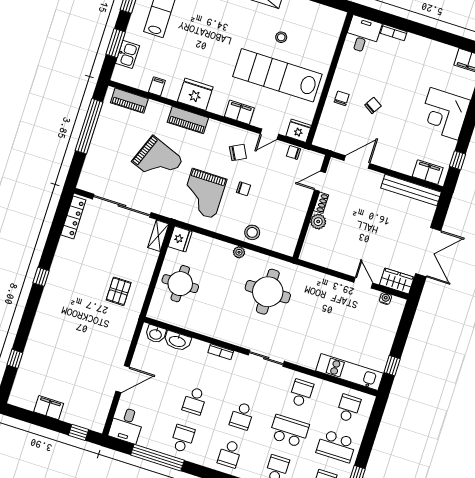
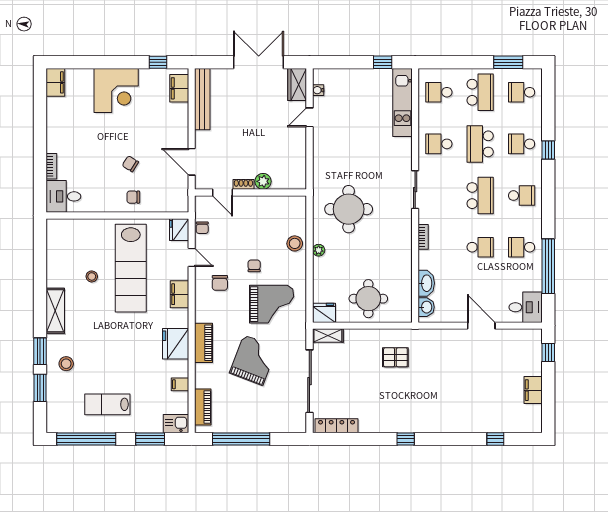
kitchen sink: (127, 54) -> (176, 424), moved
chair: (238, 152) -> (220, 283), turned -152
school desk: (242, 416) -> (480, 196), width x1.85

